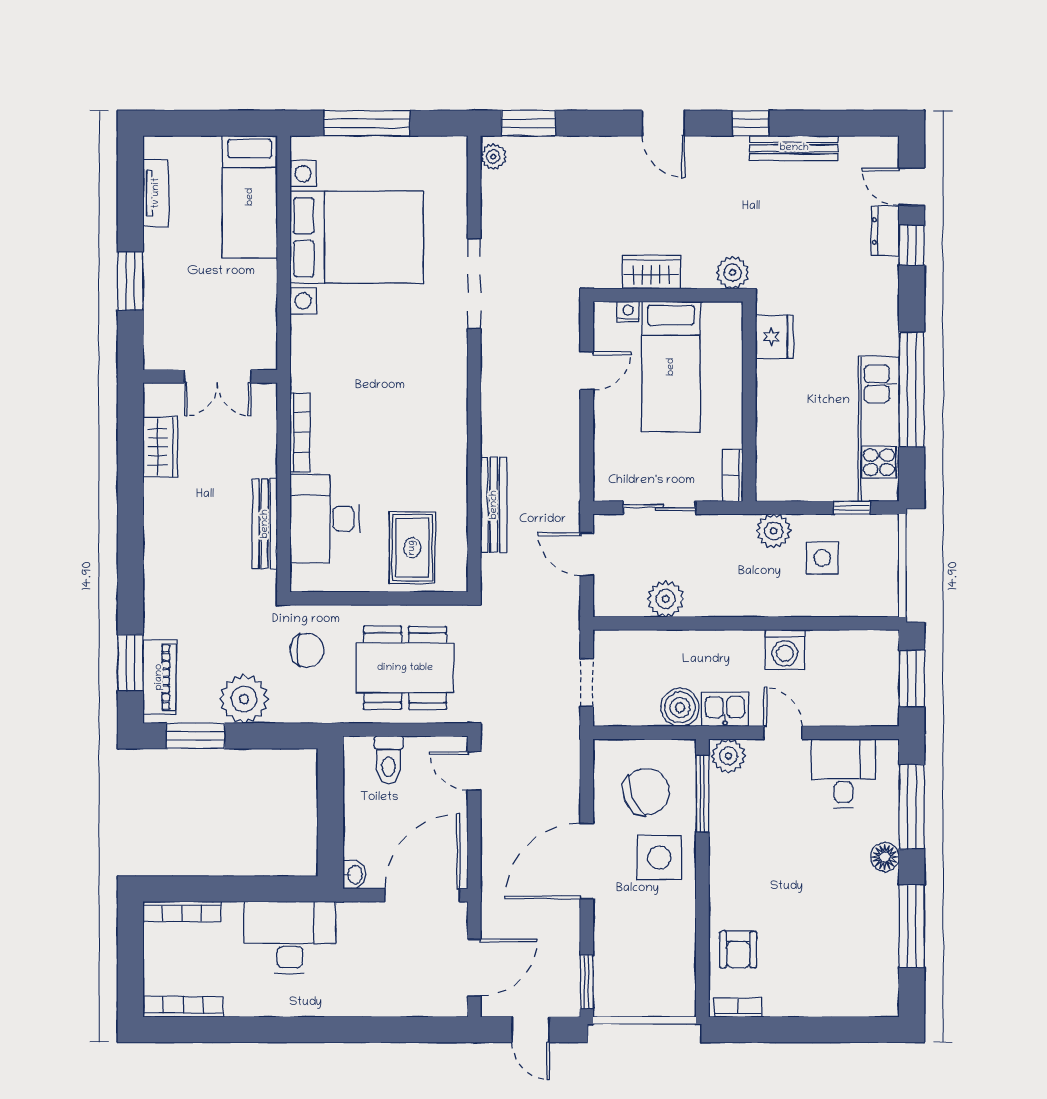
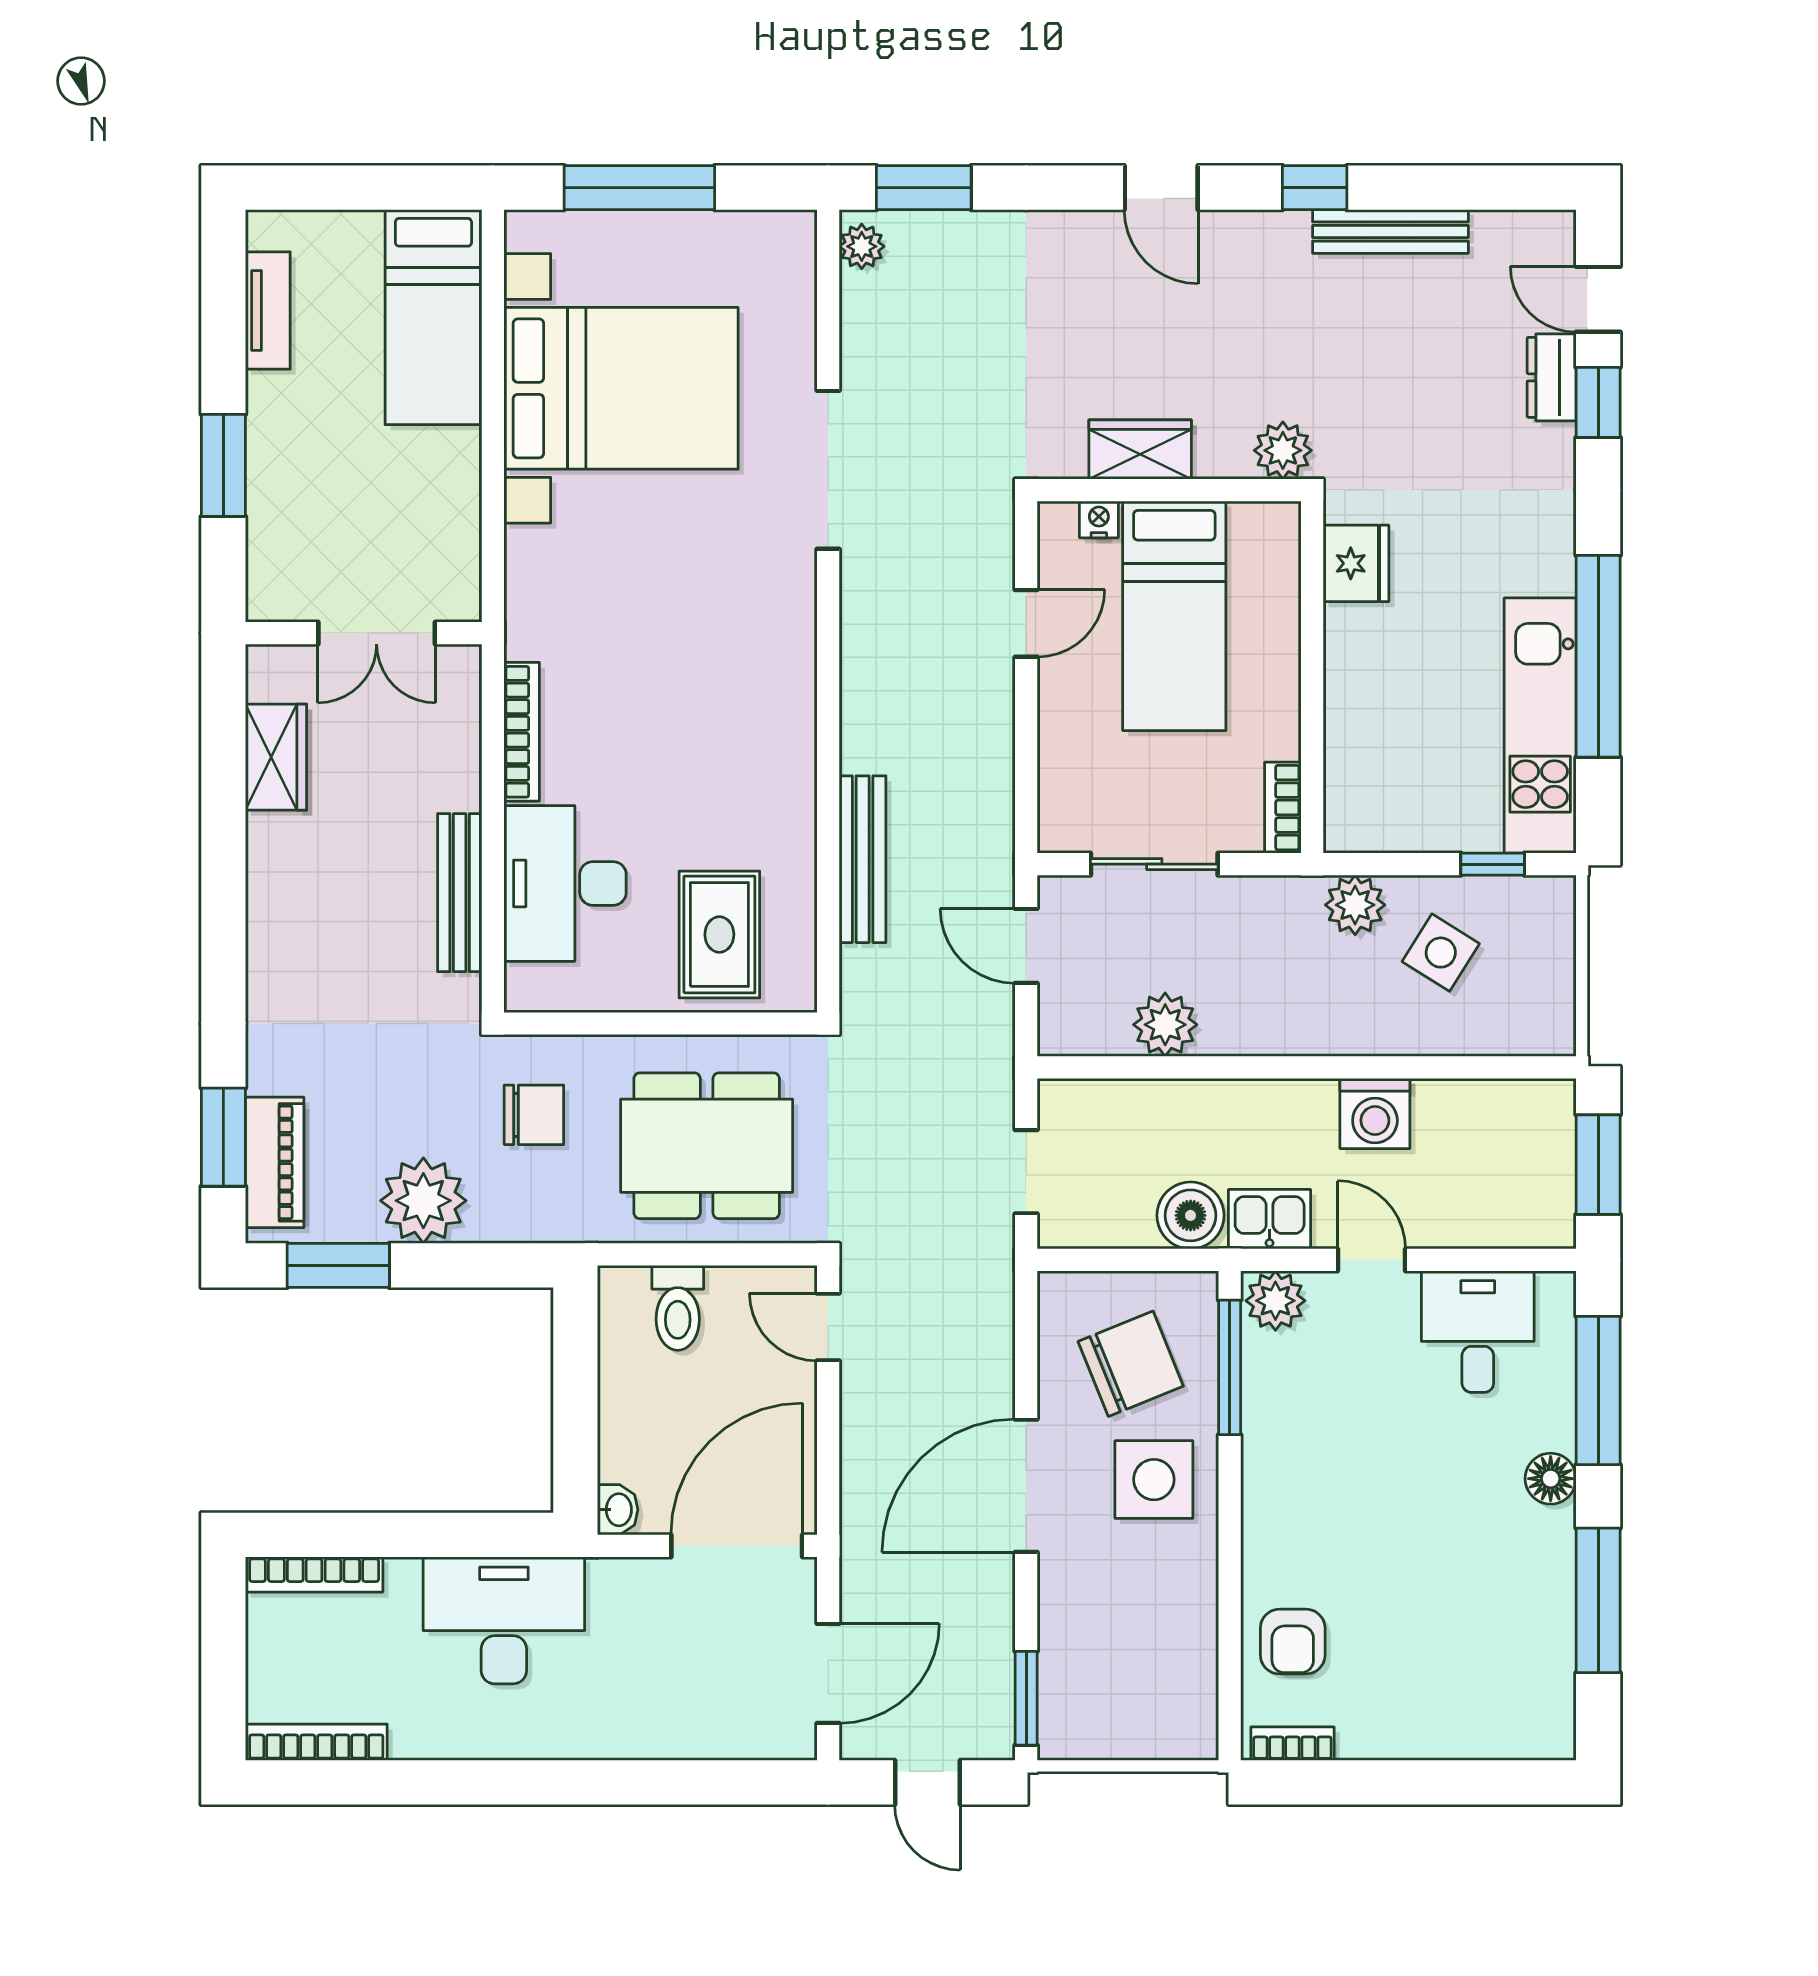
side table: (822, 558) -> (1441, 953), turned 32

